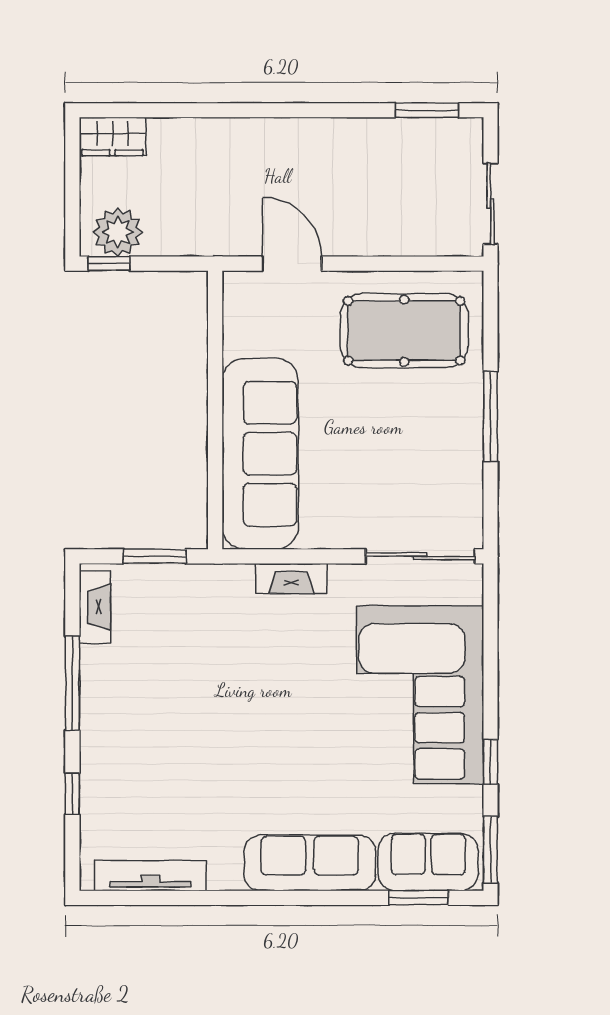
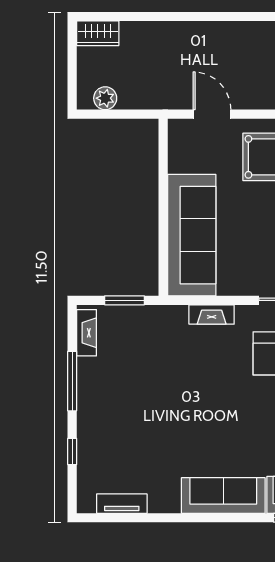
plant: (118, 232) -> (105, 98), width x0.73, depth x0.73
window: (109, 264) -> (95, 114), removed
tv unit: (150, 876) -> (122, 504), width x0.71

